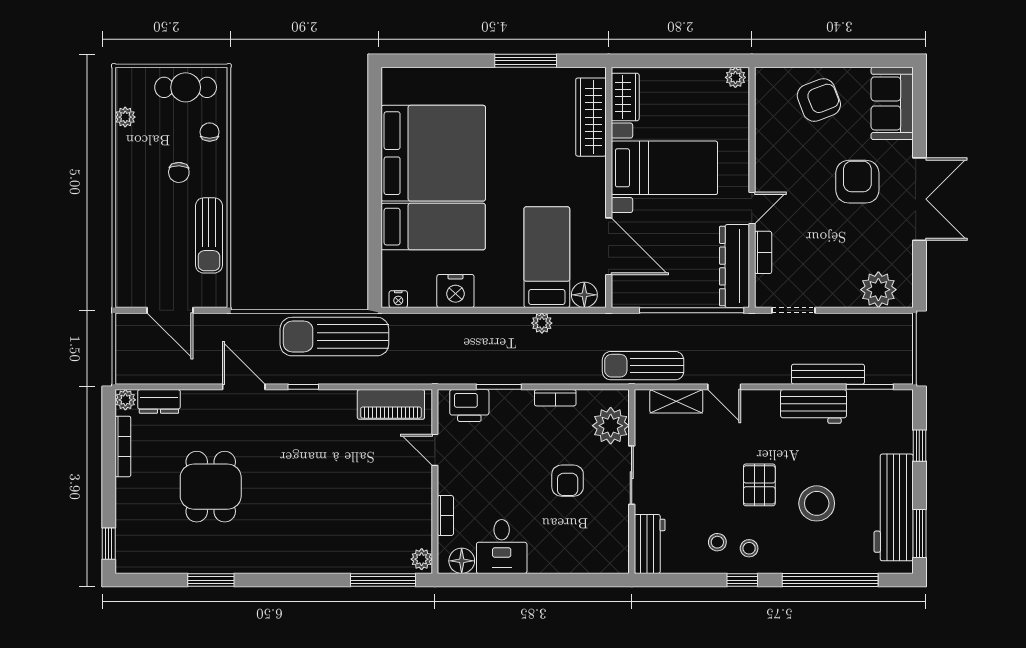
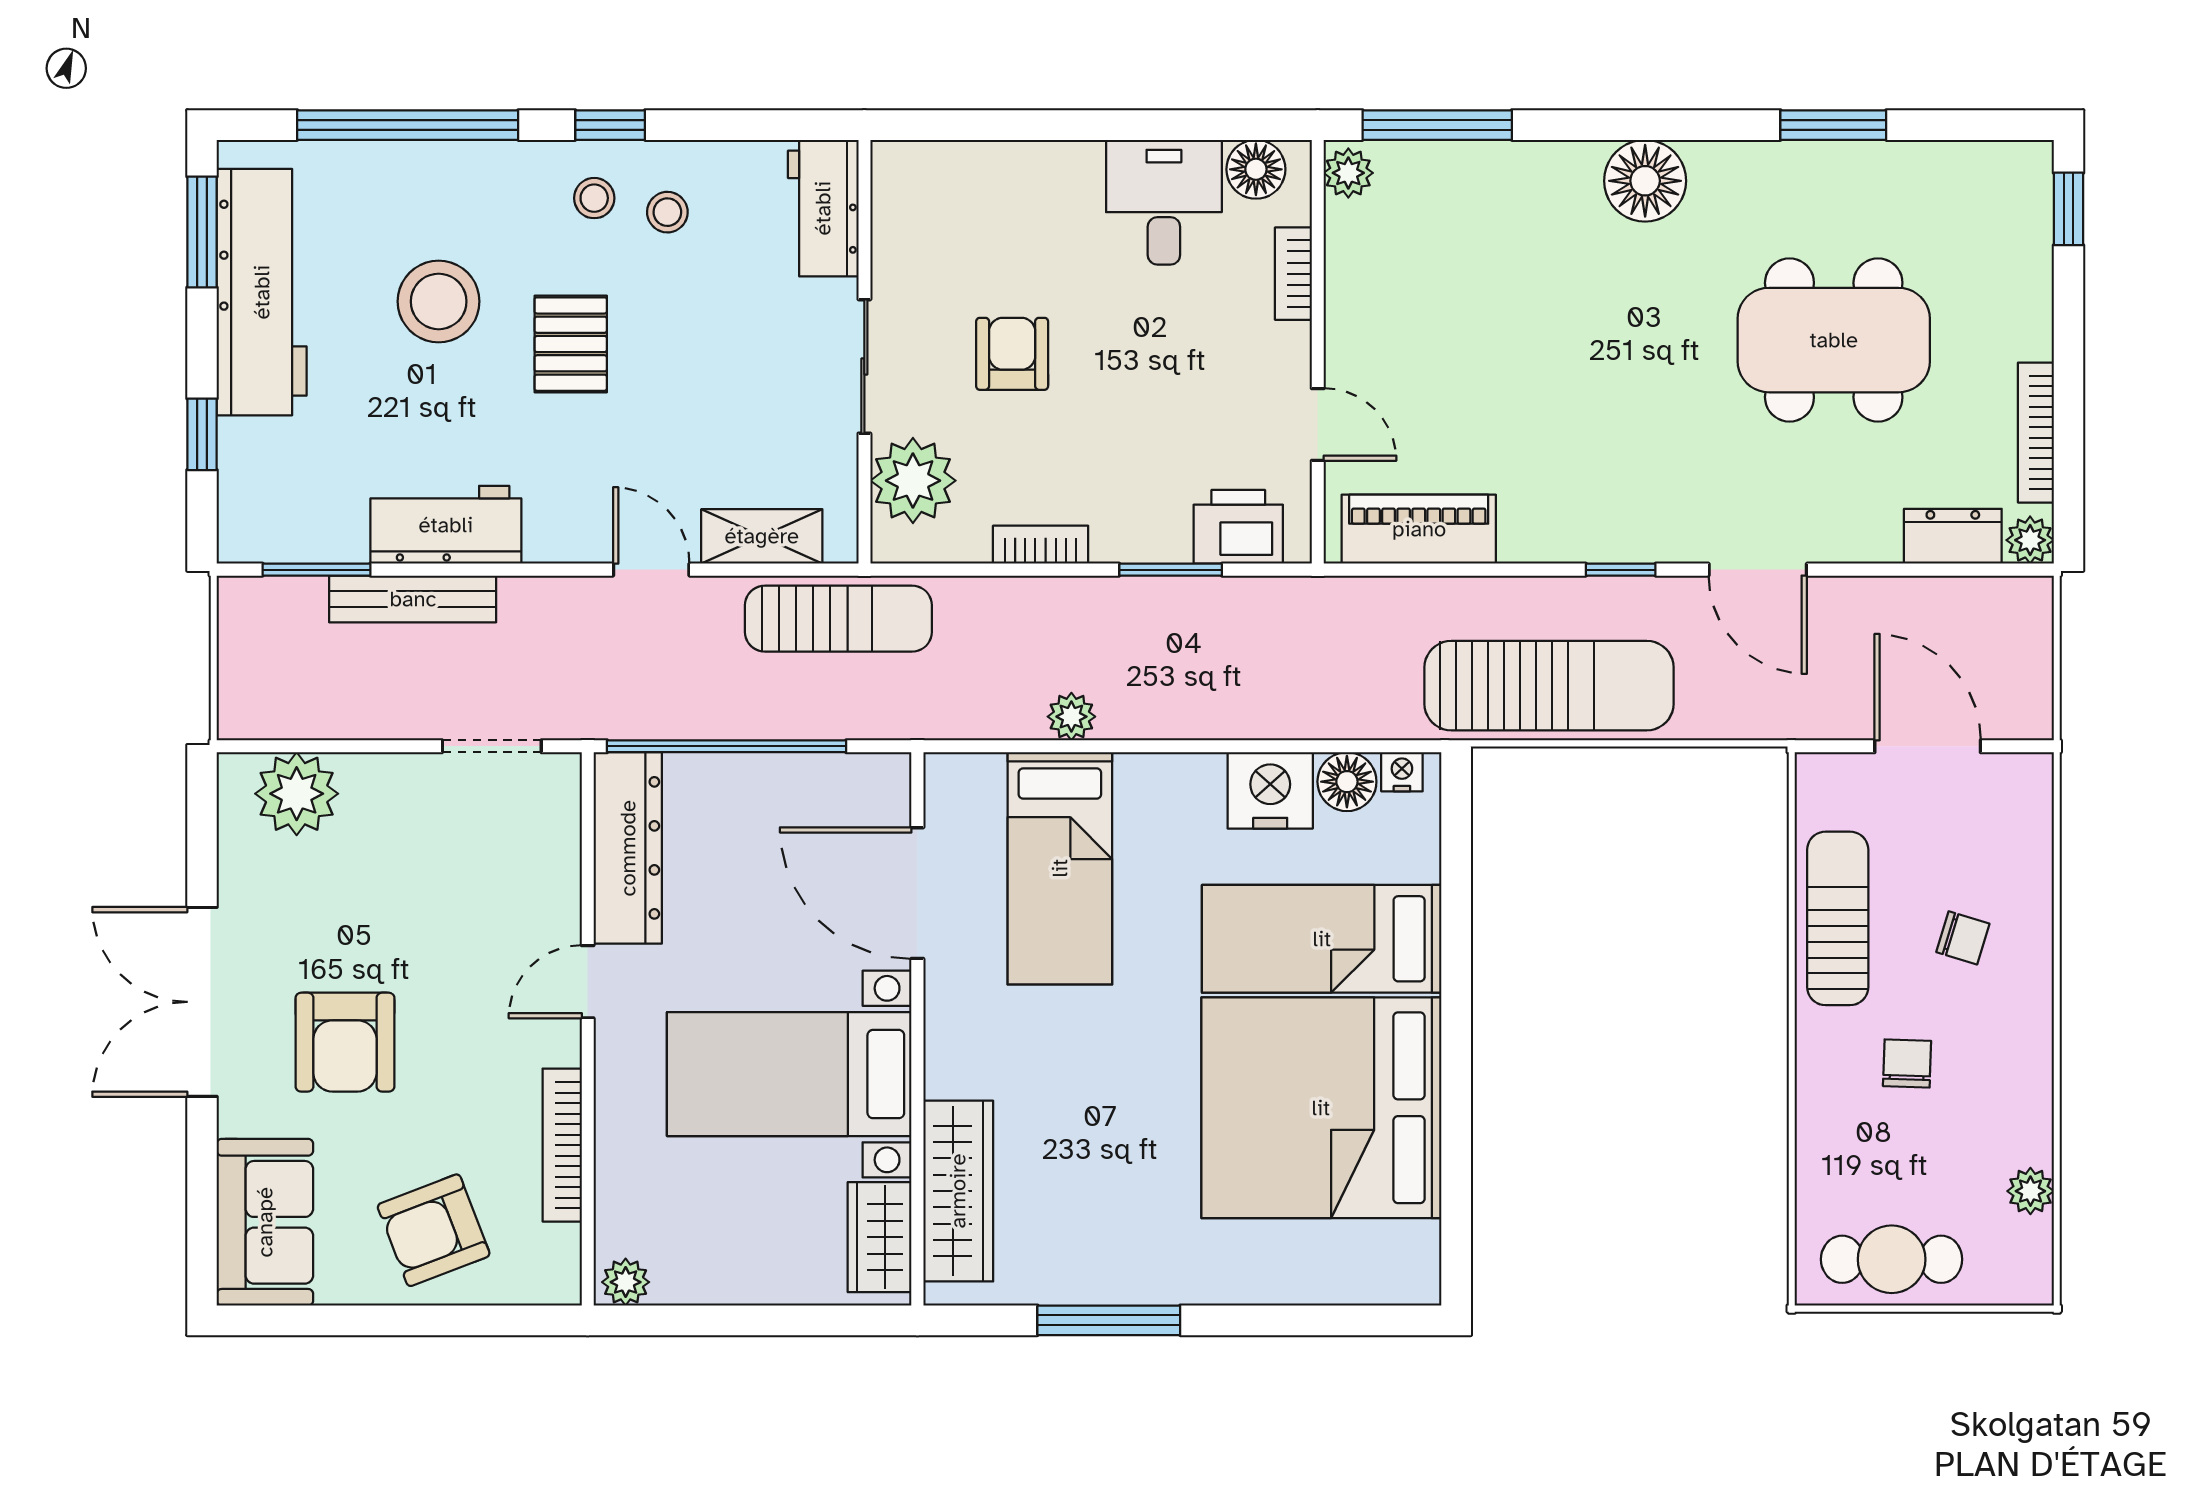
chair: (210, 132) -> (1963, 938), moved, turned -73
bookcase: (763, 252) -> (562, 1145), moved, width x1.56
floor lamp: (584, 295) -> (1347, 782), moved
dining table: (211, 487) -> (1834, 340), width x1.38
floor lamp: (293, 556) -> (1645, 181), added

